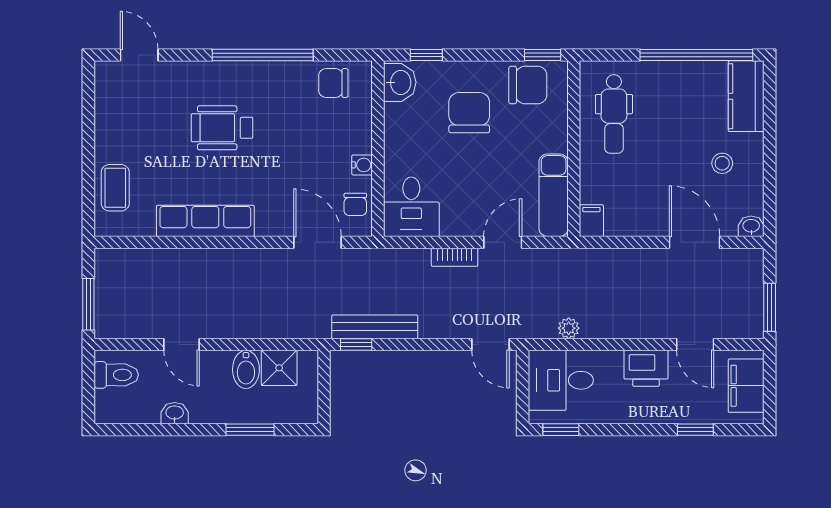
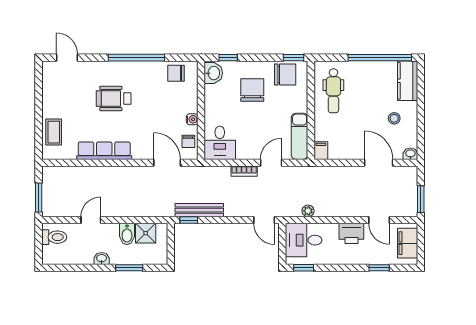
door: (182, 345) -> (91, 220), swing flipped
washbasin: (175, 413) -> (102, 259), moved

